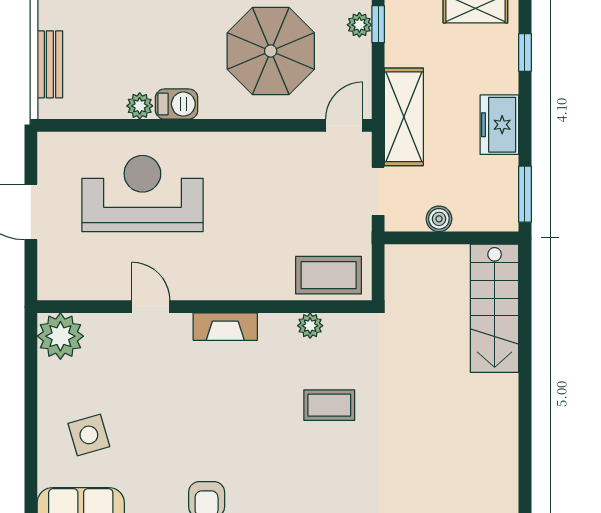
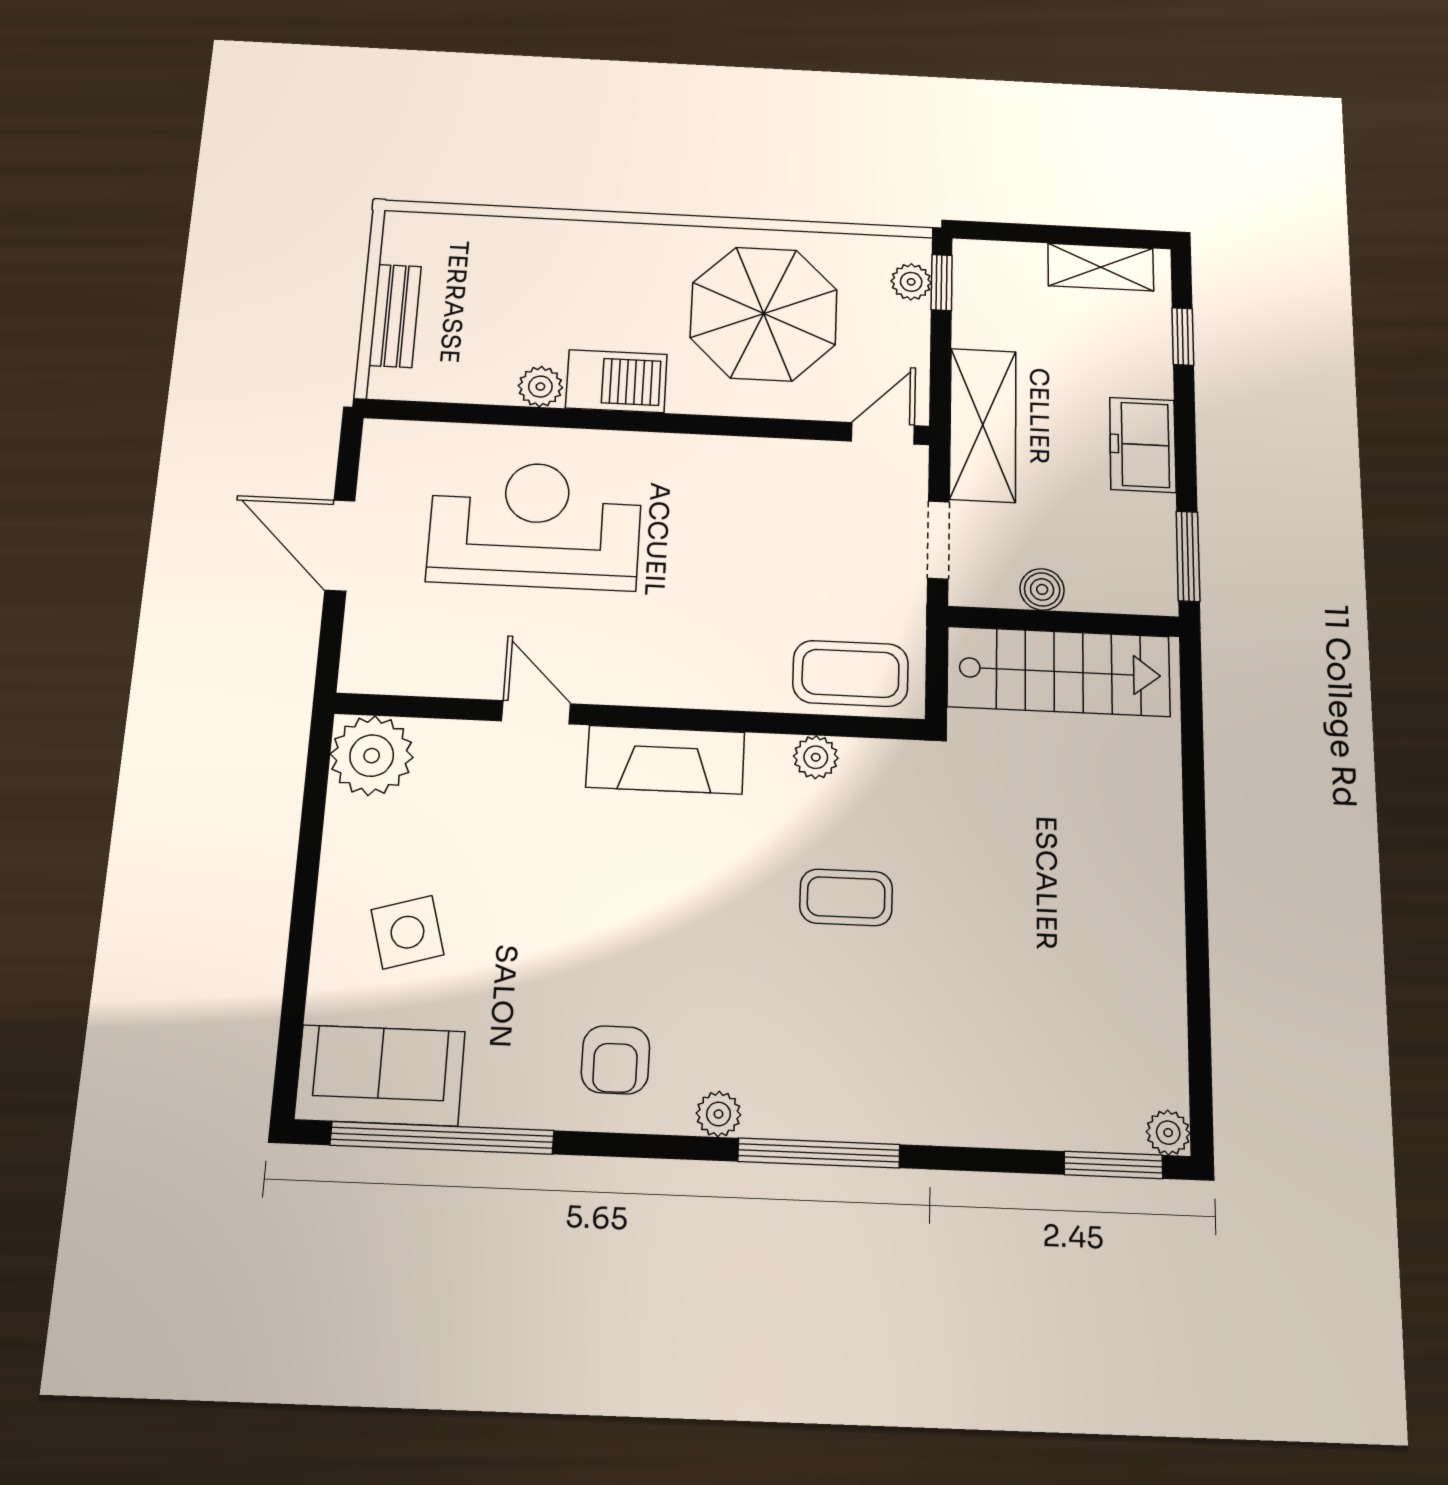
barbecue: (177, 104) -> (616, 381), width x1.38, depth x1.27
stairs: (495, 308) -> (1059, 672), moved, turned -90
fireplace: (225, 327) -> (665, 760), width x1.37, depth x1.32

